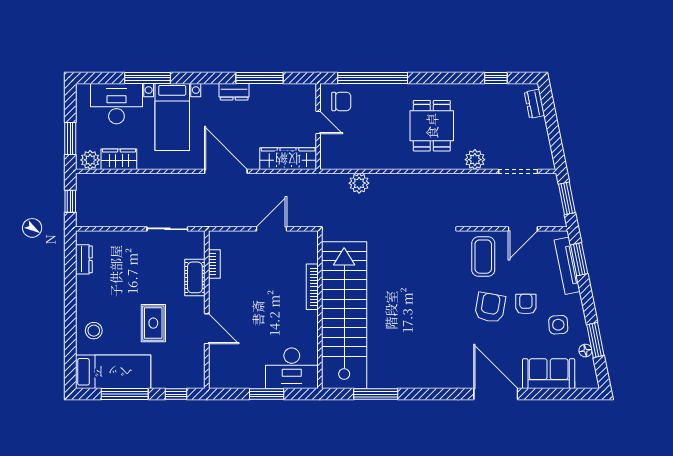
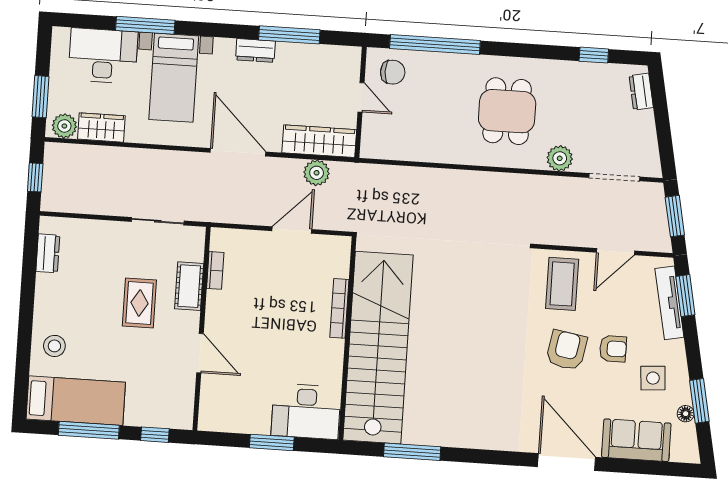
plant: (359, 183) -> (317, 173), moved
armchair: (526, 304) -> (613, 349), turned 90
rug: (153, 323) -> (139, 303), moved

